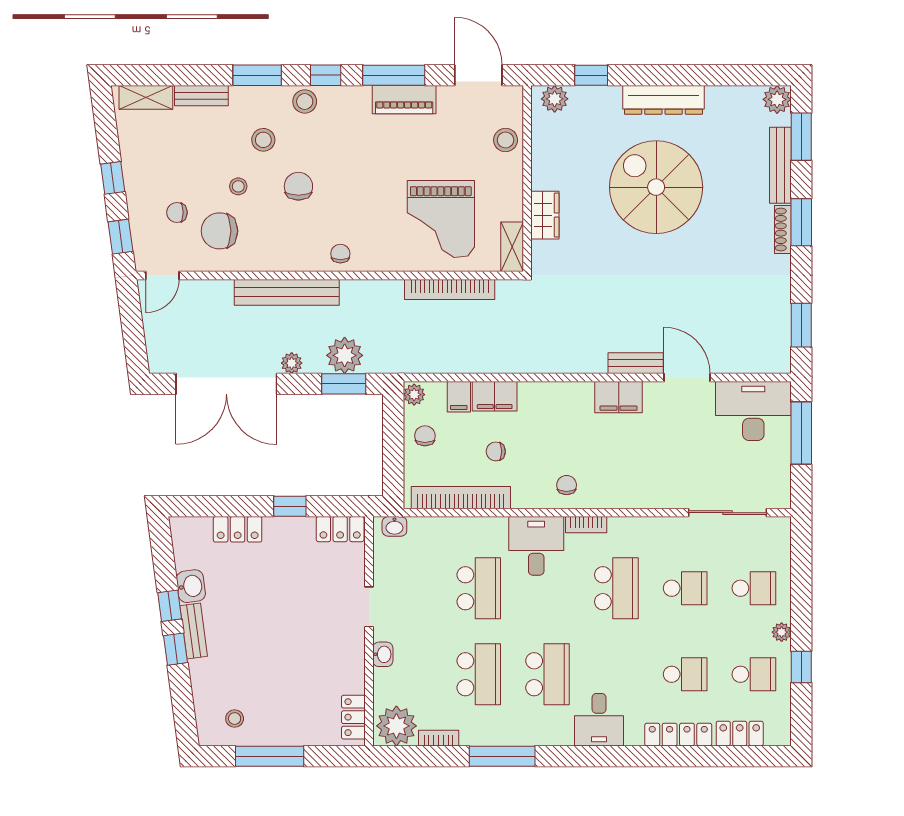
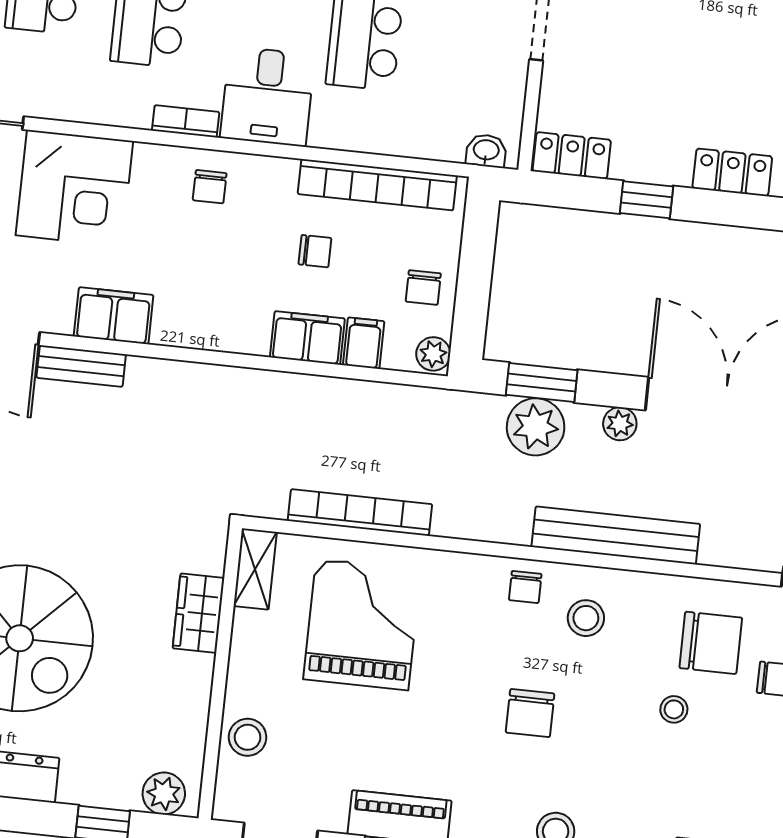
stool: (263, 140) -> (586, 618), moved
chair: (298, 186) -> (530, 713), moved
corner desk: (652, 475) -> (74, 188), added

